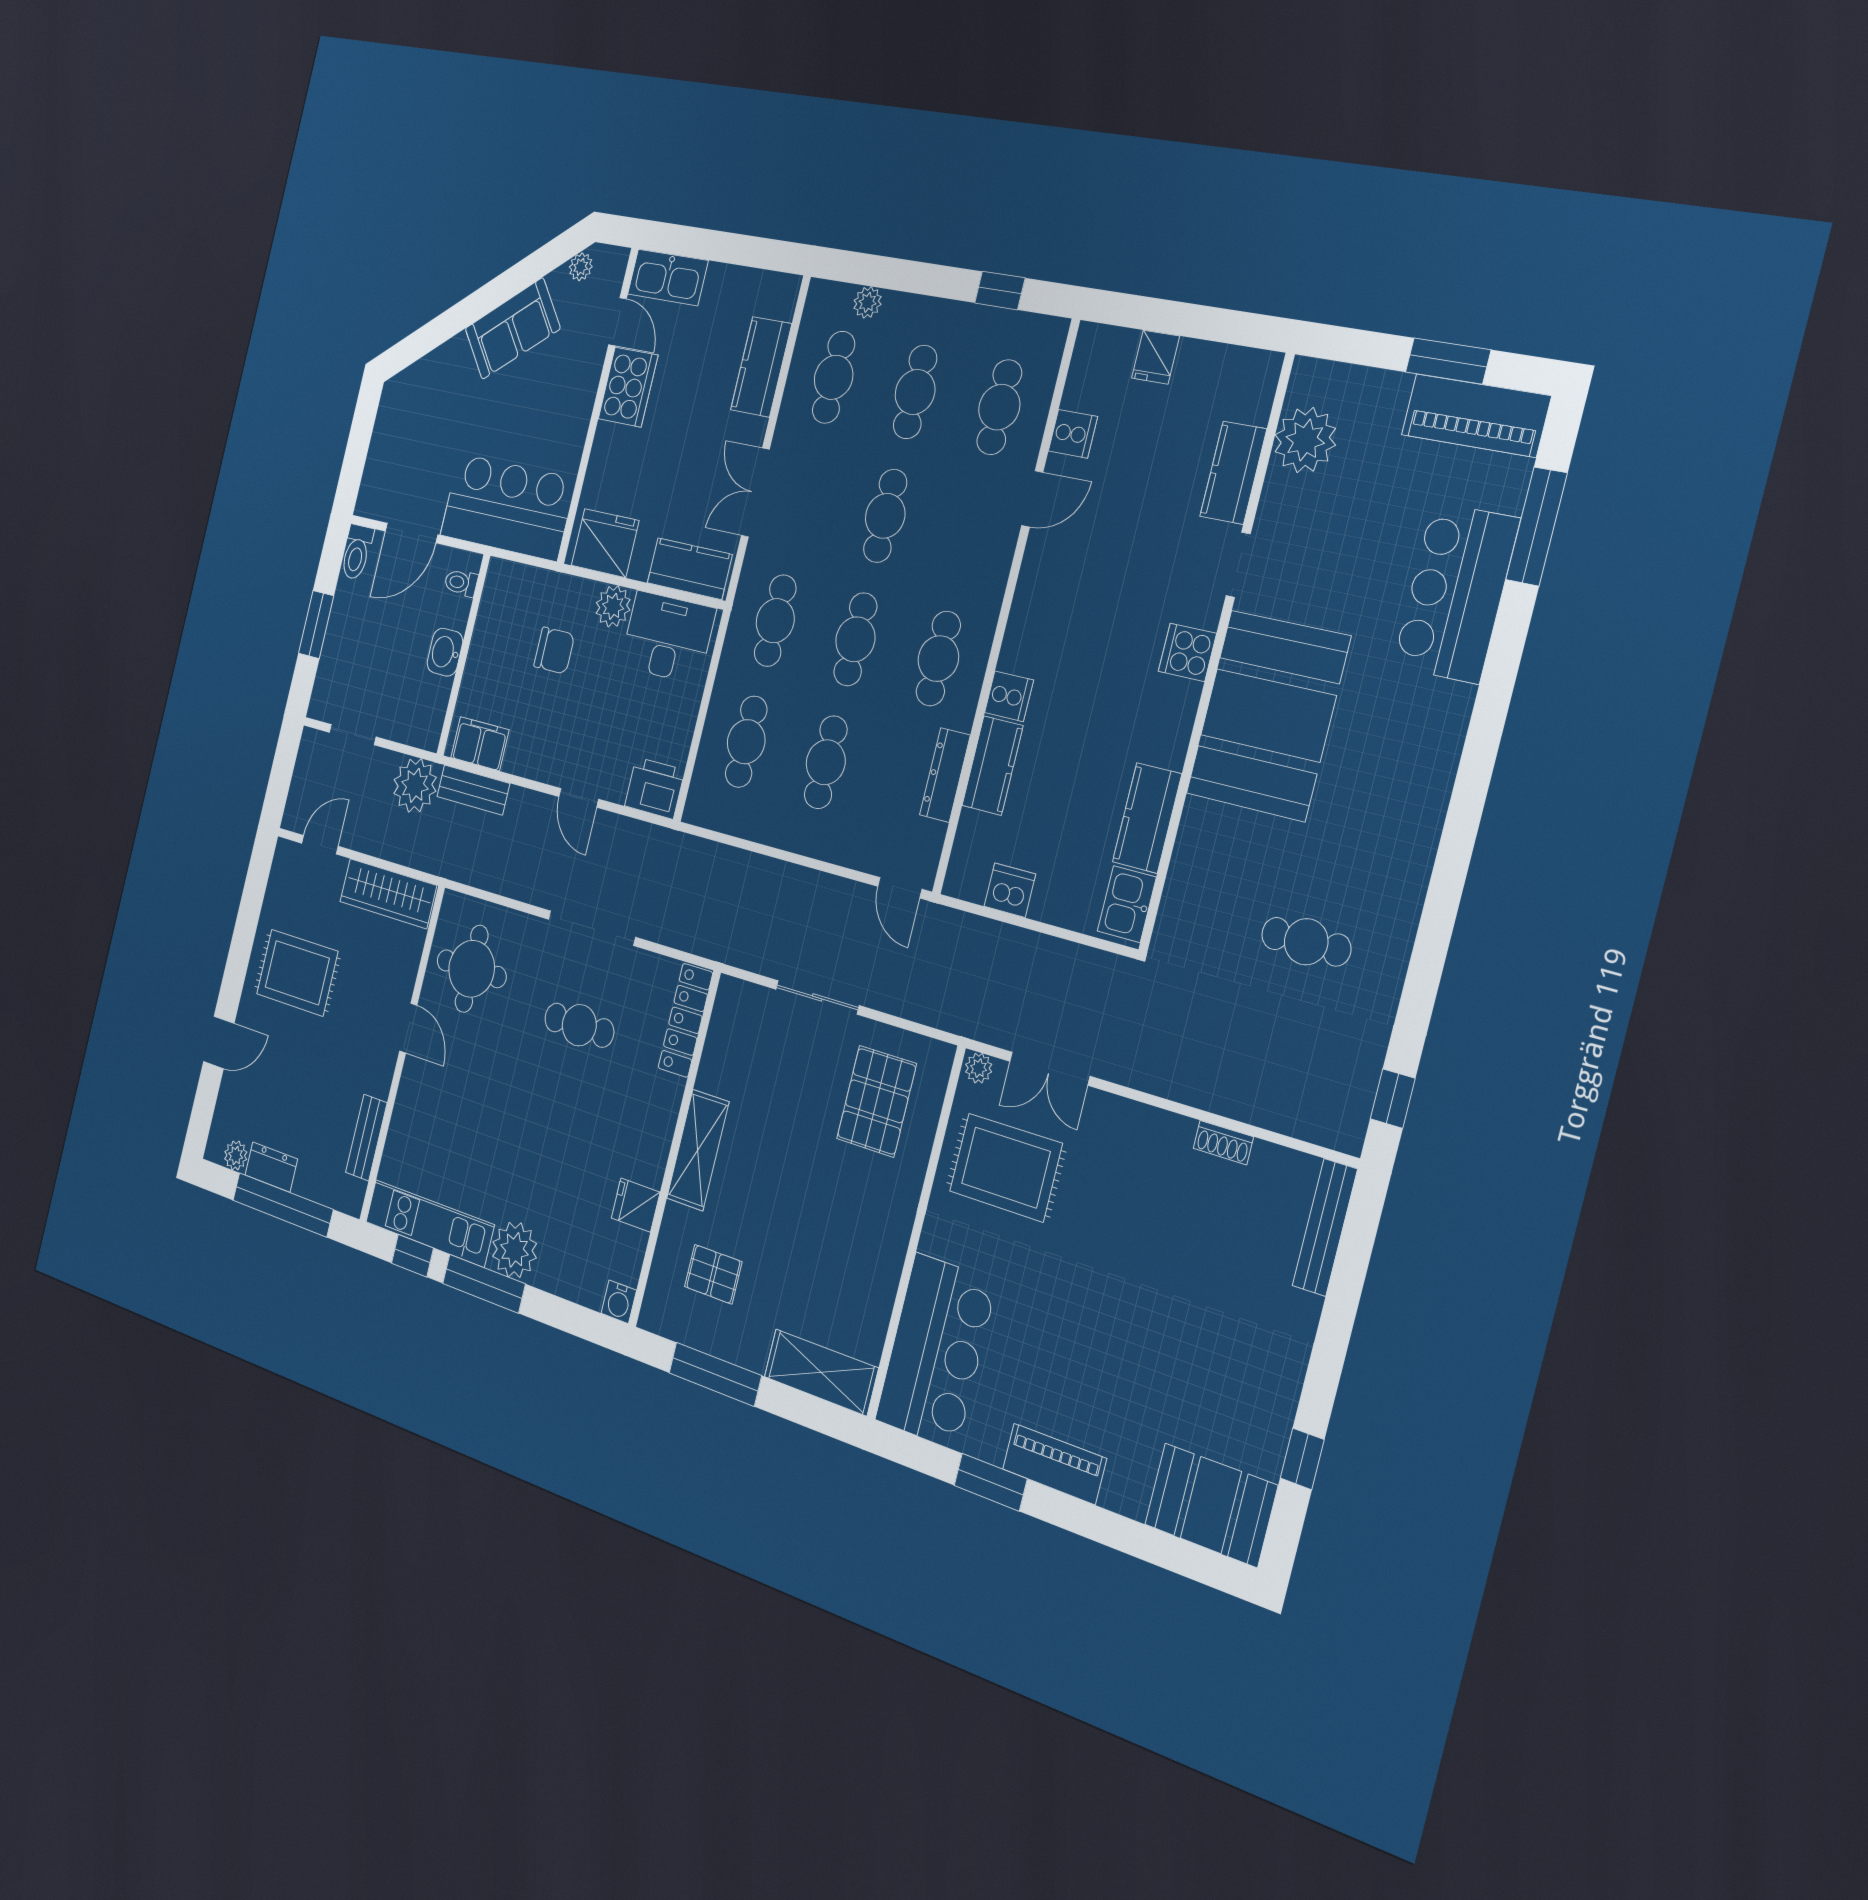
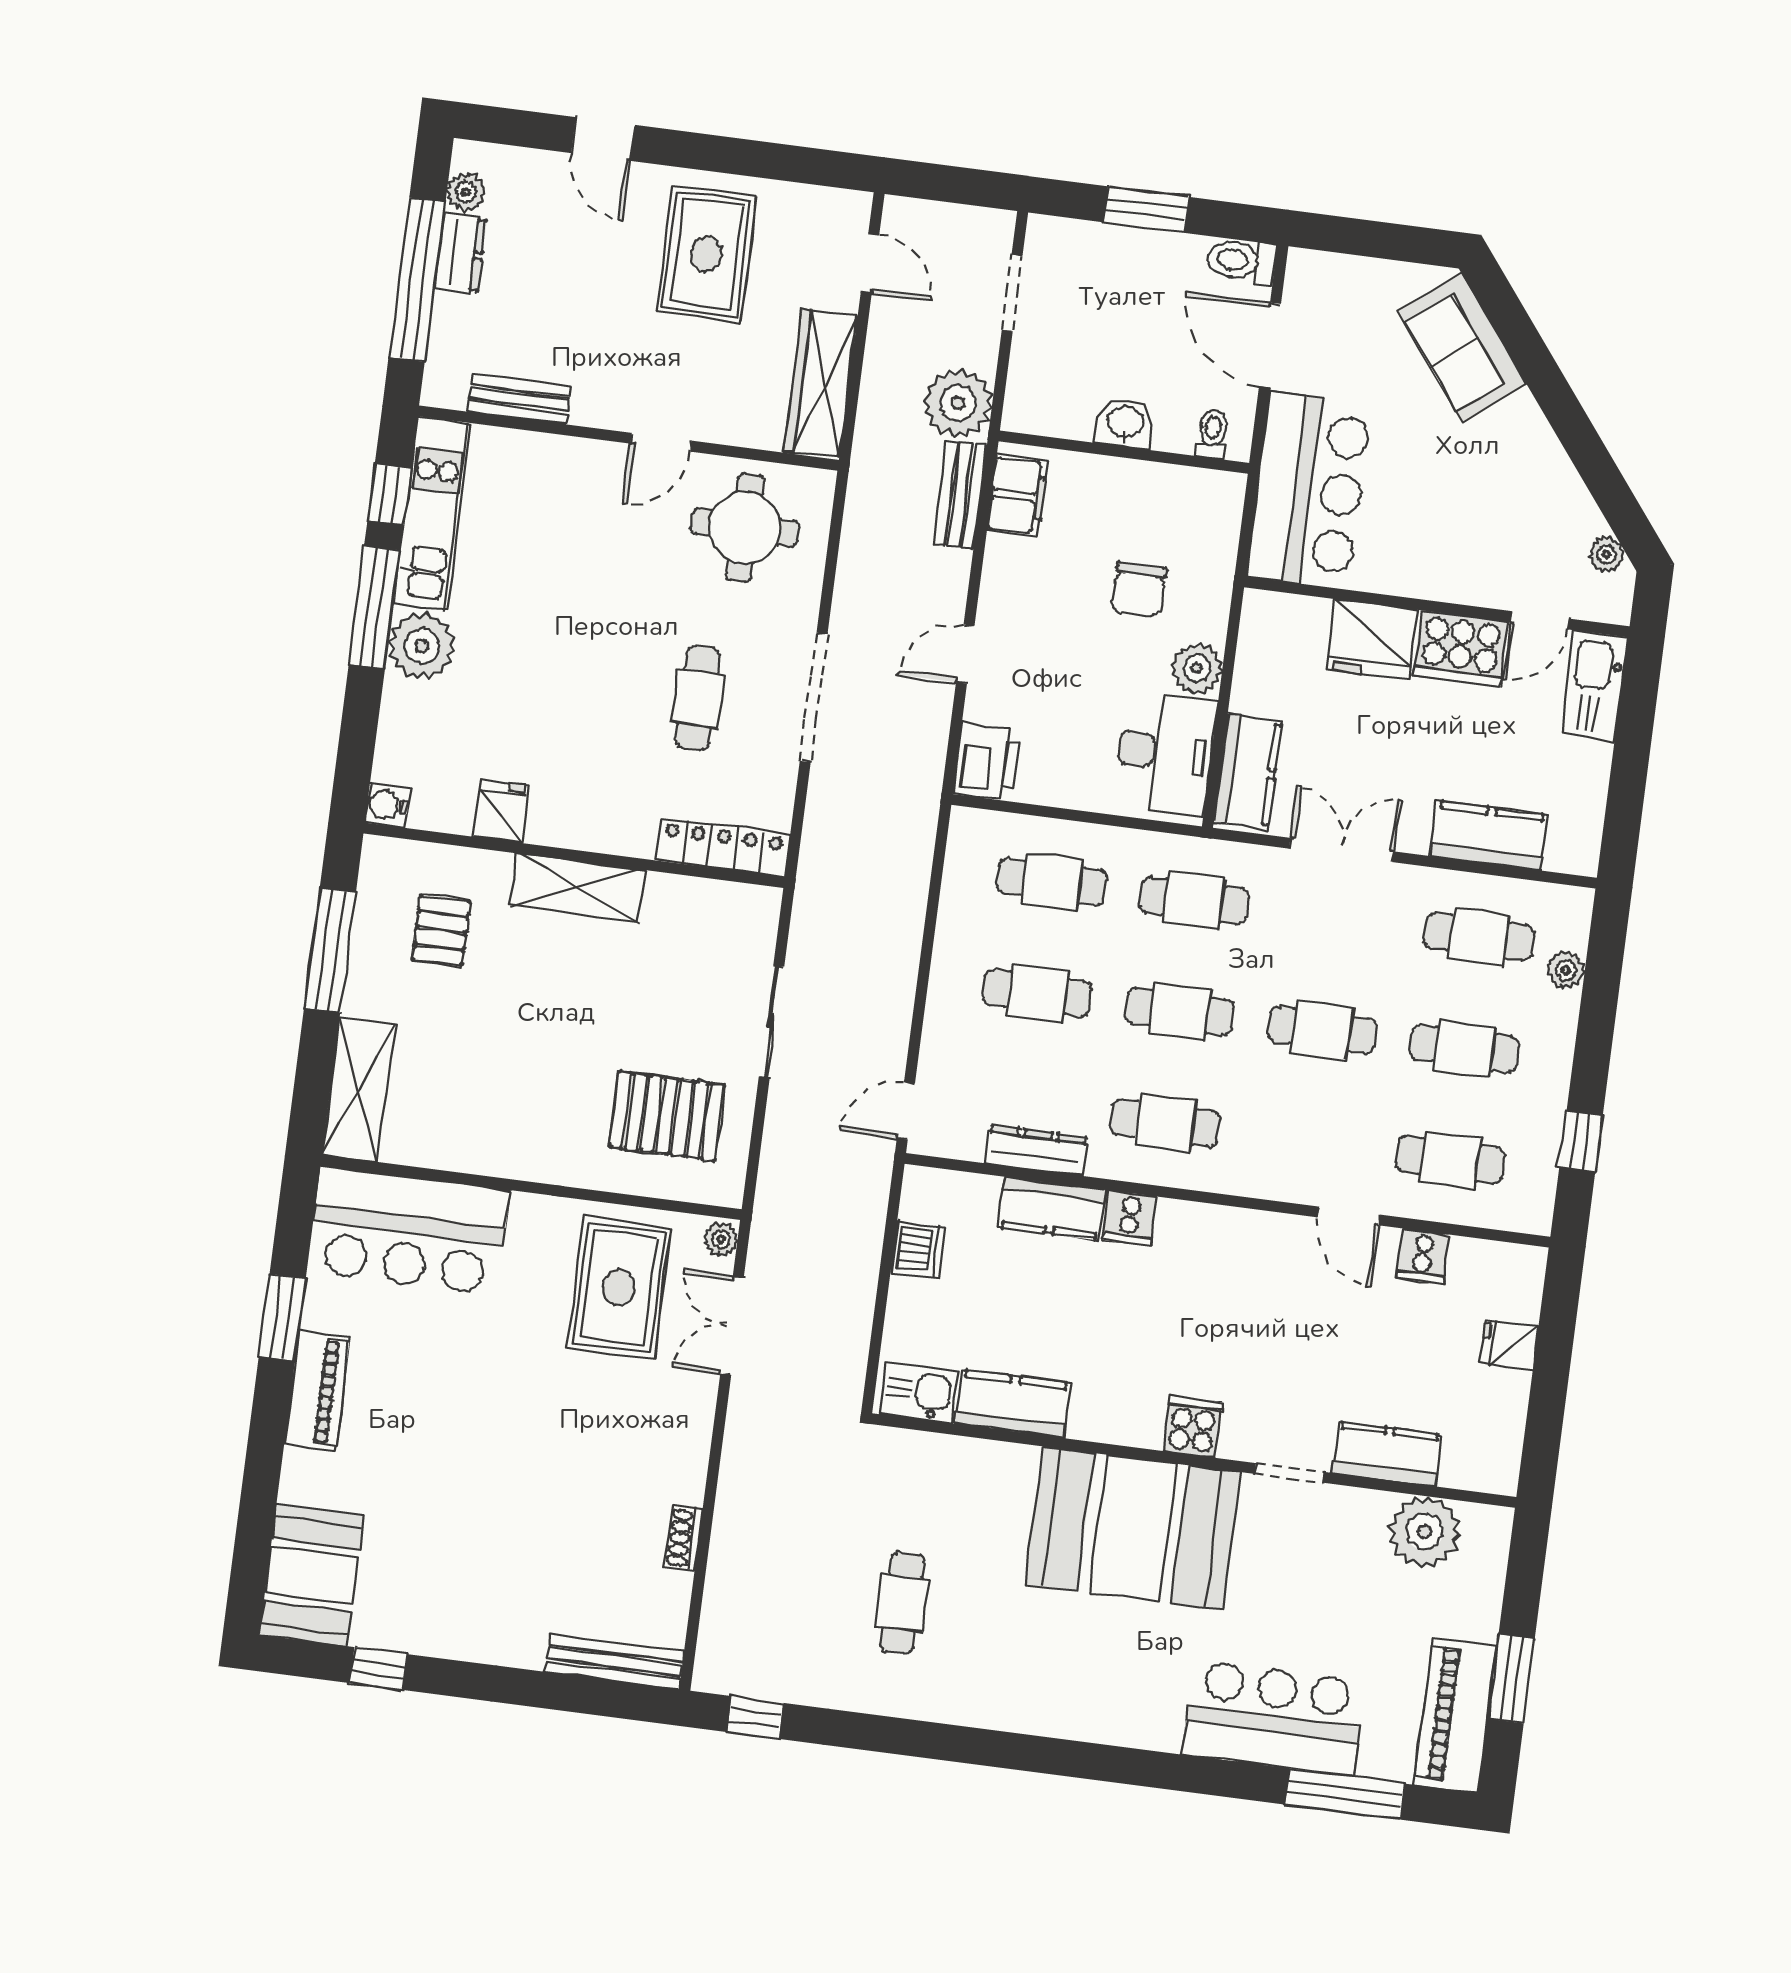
sofa: (512, 329) -> (1462, 348), moved
fridge: (605, 543) -> (1372, 639), moved, turned 90

